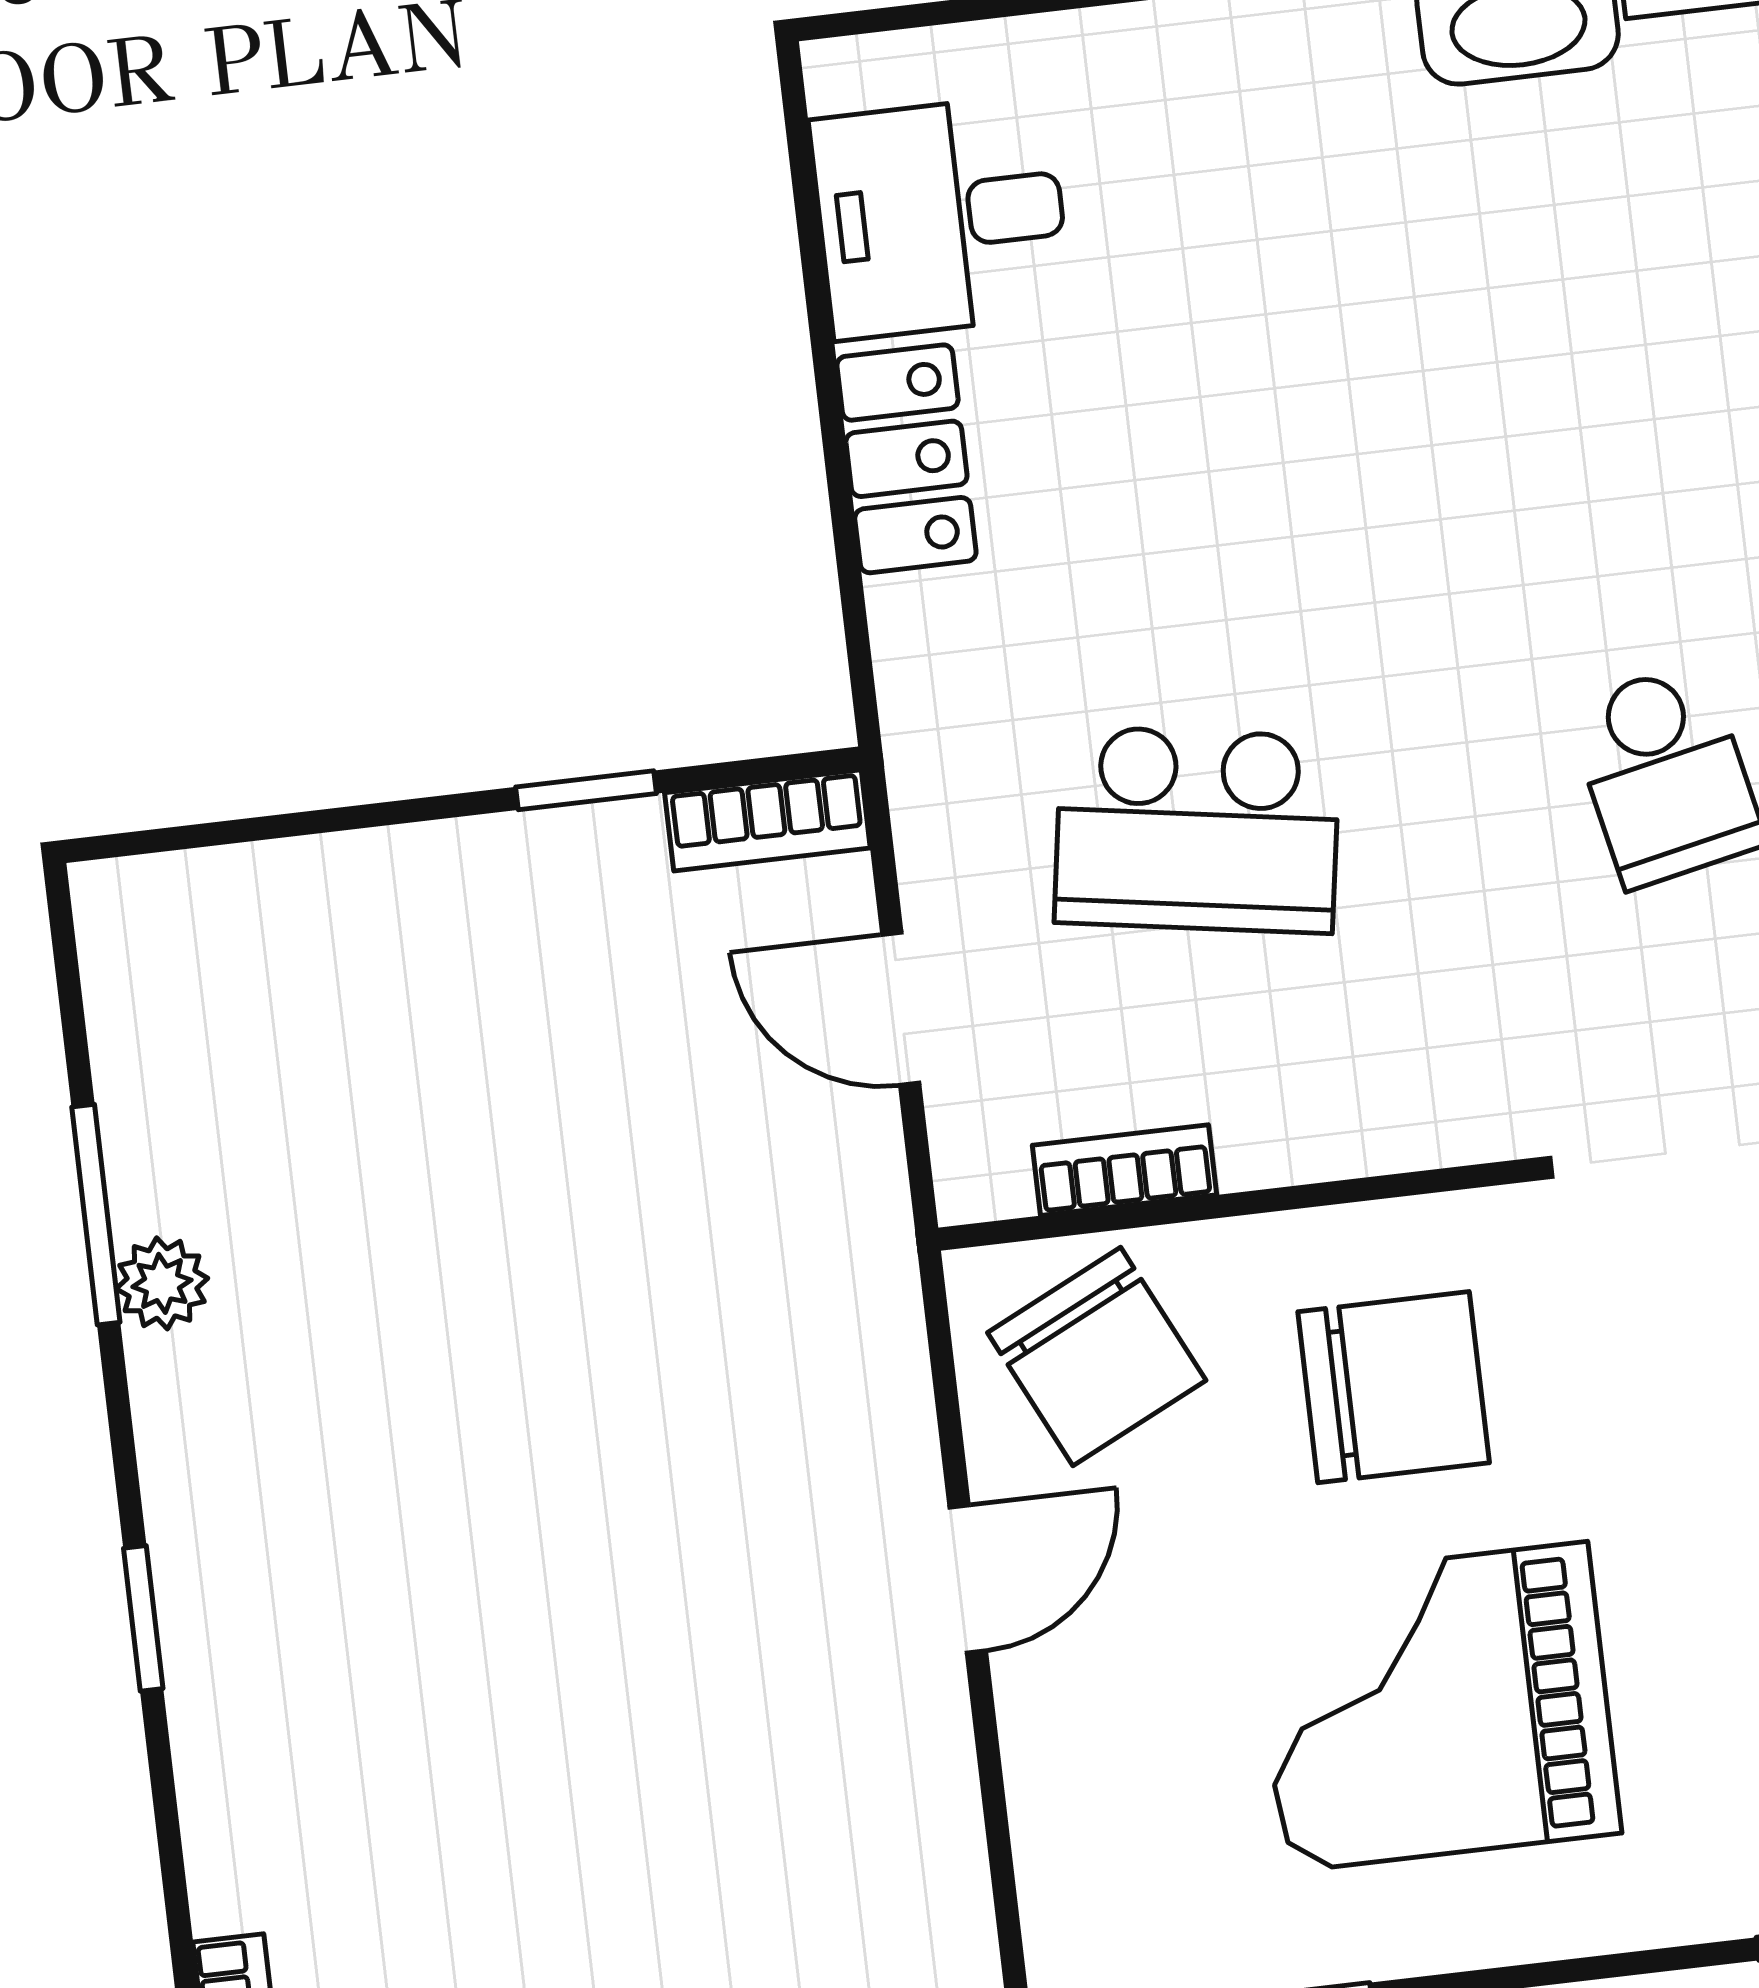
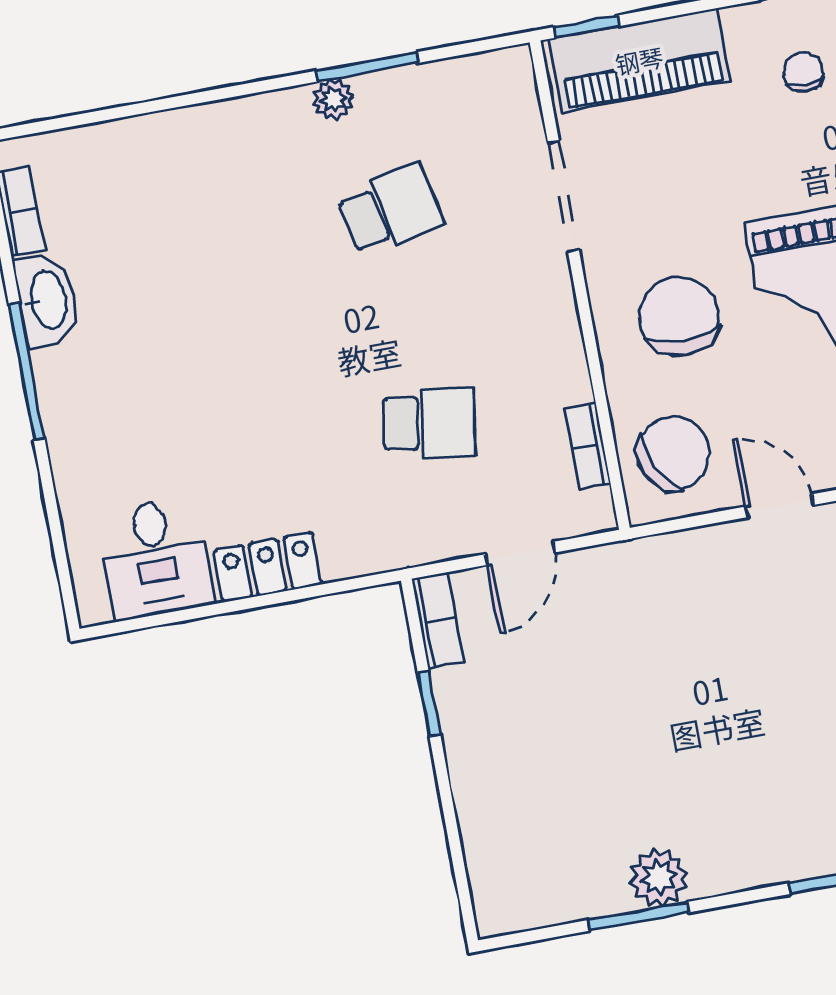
school desk: (1197, 830) -> (429, 423), width x0.54
plant: (162, 1283) -> (659, 878), width x1.38, depth x1.38

